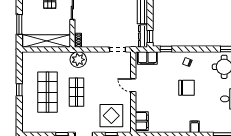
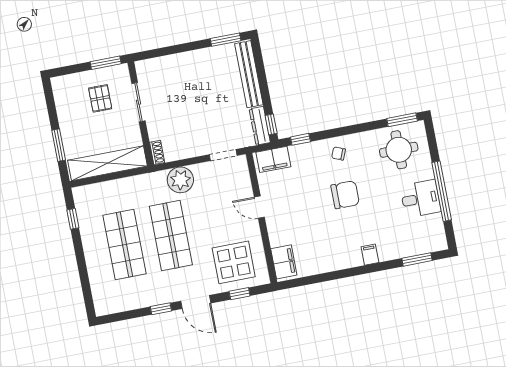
plant: (78, 60) -> (180, 180), moved
window: (19, 90) -> (73, 219), moved
shop shelf: (76, 92) -> (171, 236), width x1.43, depth x1.36

